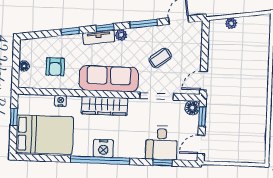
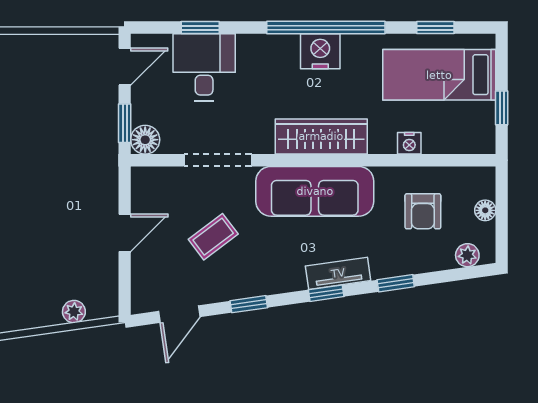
window: (144, 24) -> (249, 304), width x0.67
plant: (121, 35) -> (467, 255), moved
armchair: (55, 67) -> (423, 211), turned 180
door: (204, 81) -> (125, 233), moved
bed: (44, 135) -> (439, 75), width x0.67
window: (45, 158) -> (435, 28), added

